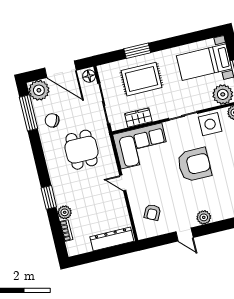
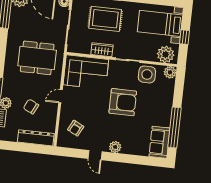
wardrobe: (138, 118) -> (102, 50), moved
chair: (52, 120) -> (31, 107), moved
dining table: (81, 150) -> (37, 58), width x1.37
door: (123, 183) -> (60, 96), hinge flipped

